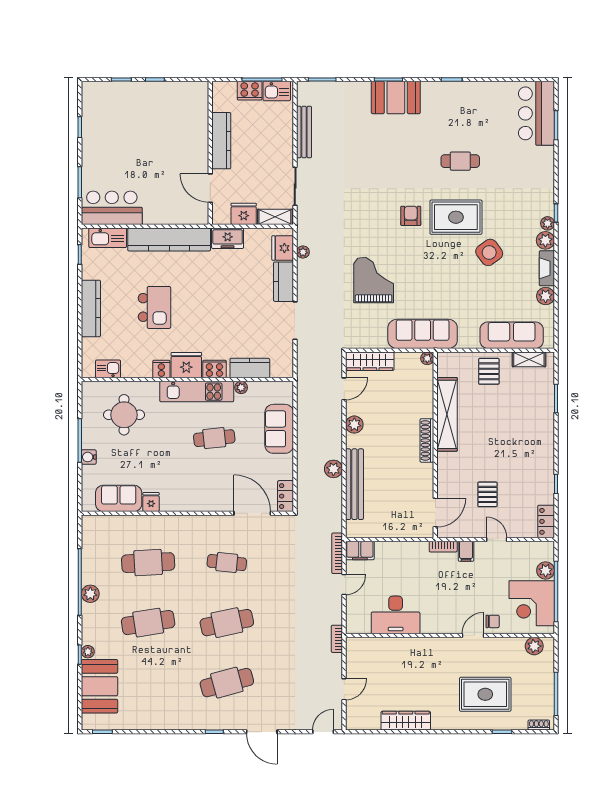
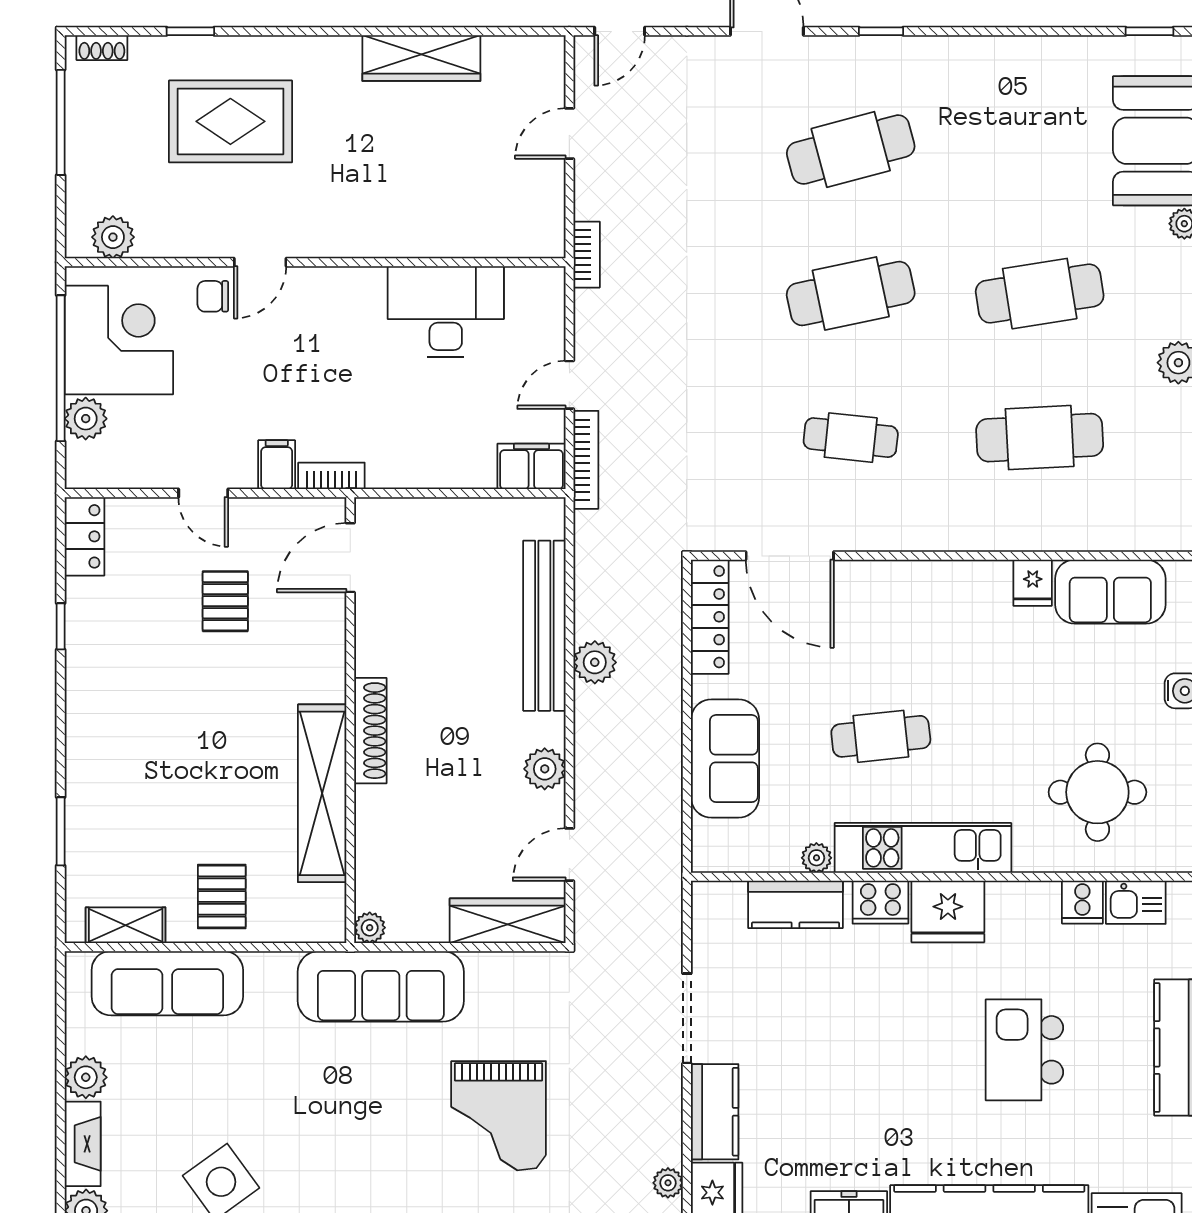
cooker: (161, 369) -> (1082, 902), moved
locker: (286, 496) -> (710, 617), width x1.53

